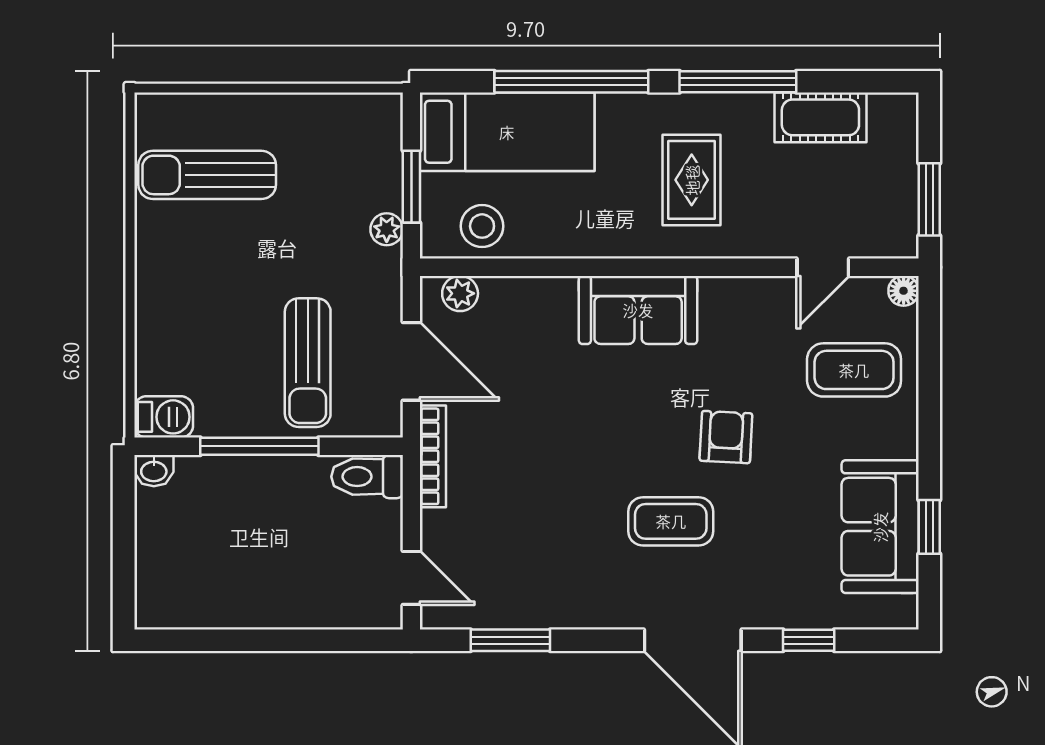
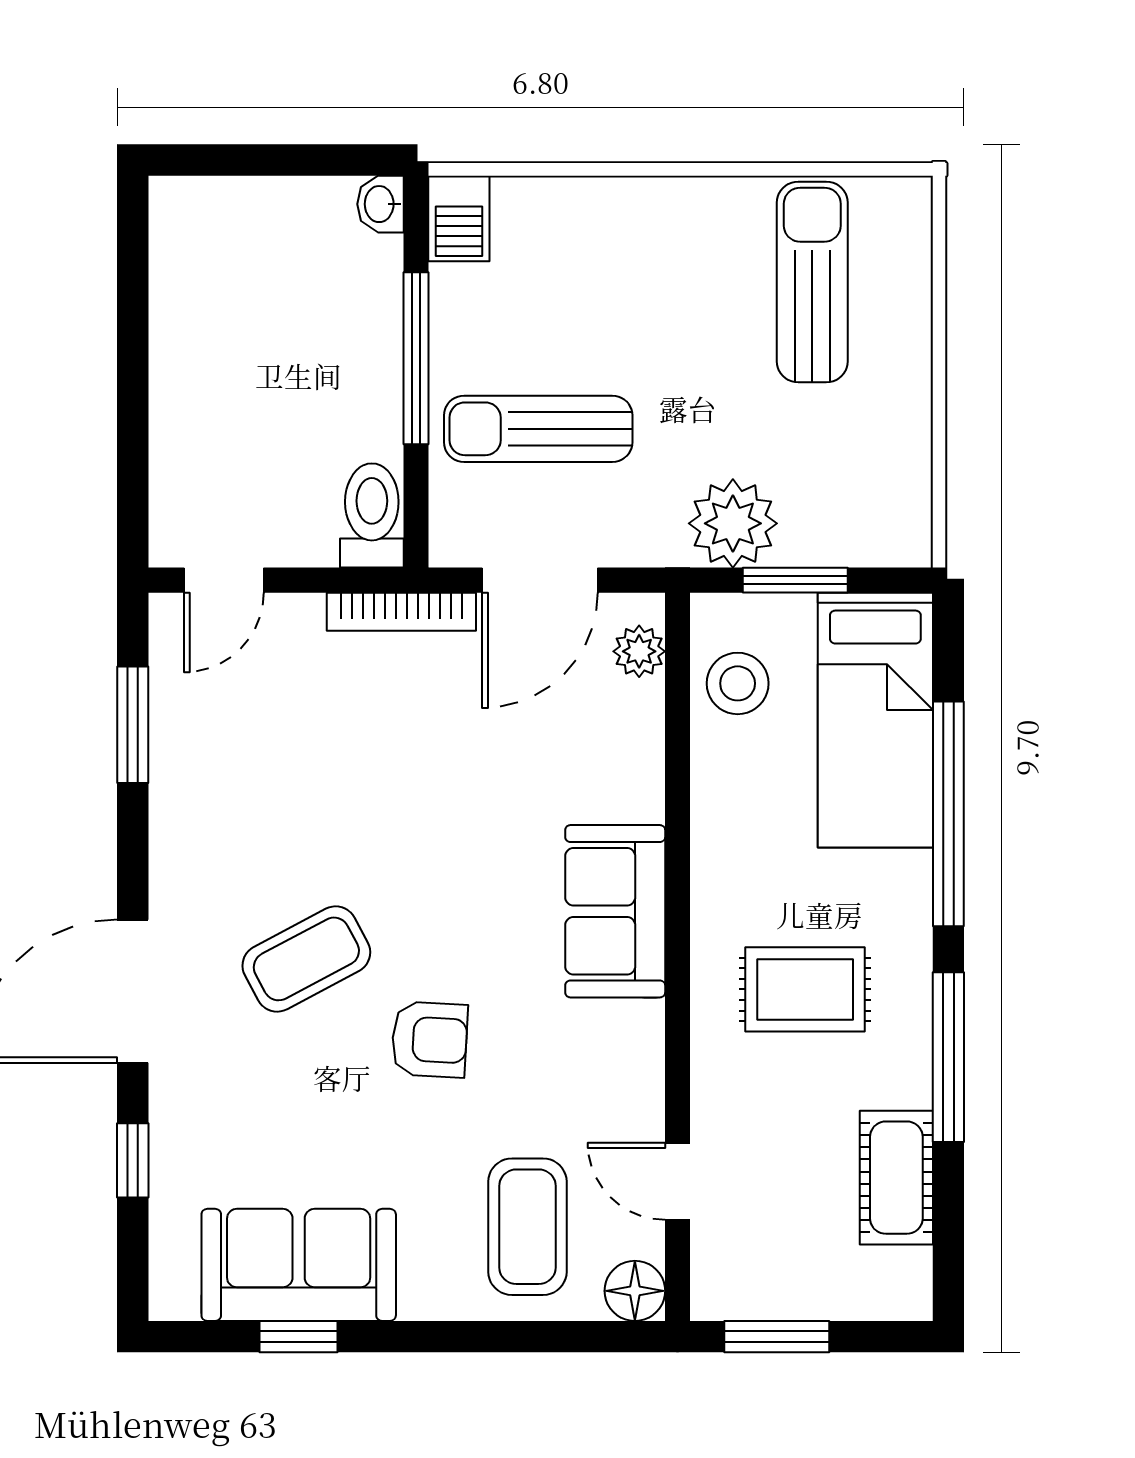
plant: (387, 229) -> (733, 523), width x1.88, depth x1.88
floor lamp: (904, 291) -> (635, 1291), width x1.37, depth x1.37
coffee table: (671, 521) -> (306, 959), turned 62

